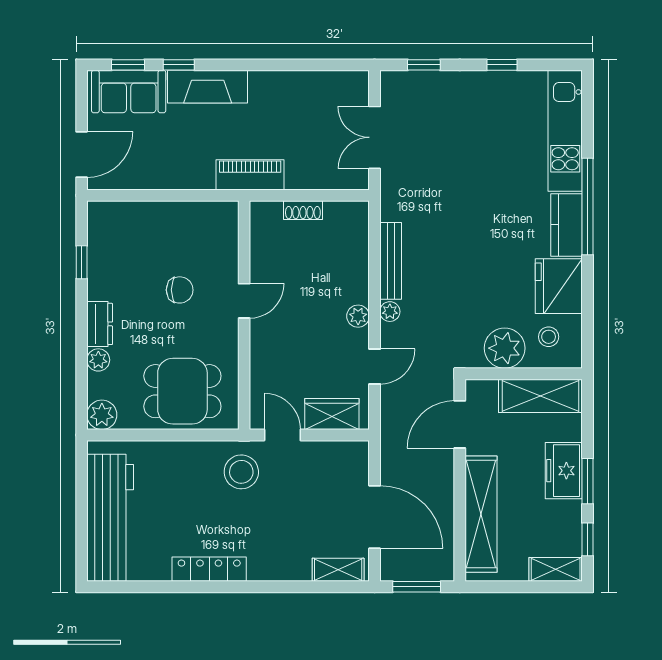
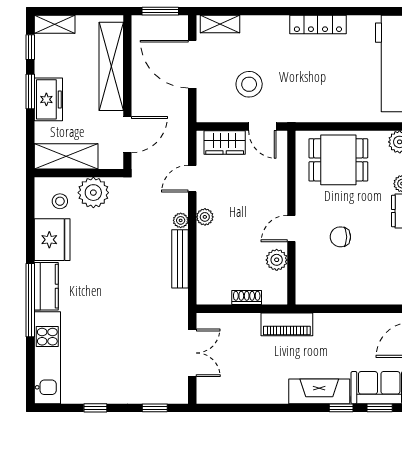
plant: (264, 260) -> (277, 260), added
stool: (241, 472) -> (249, 84), moved

